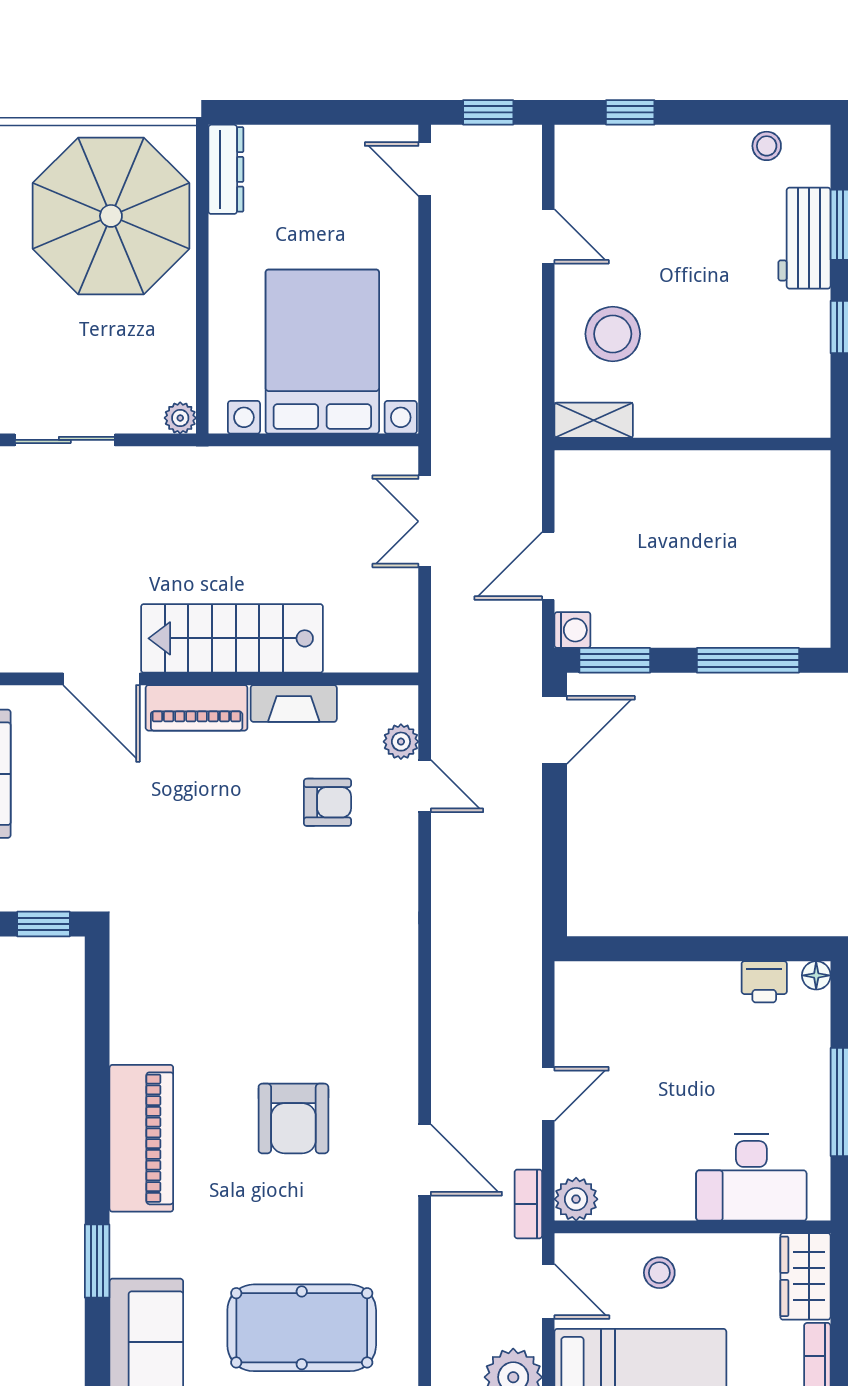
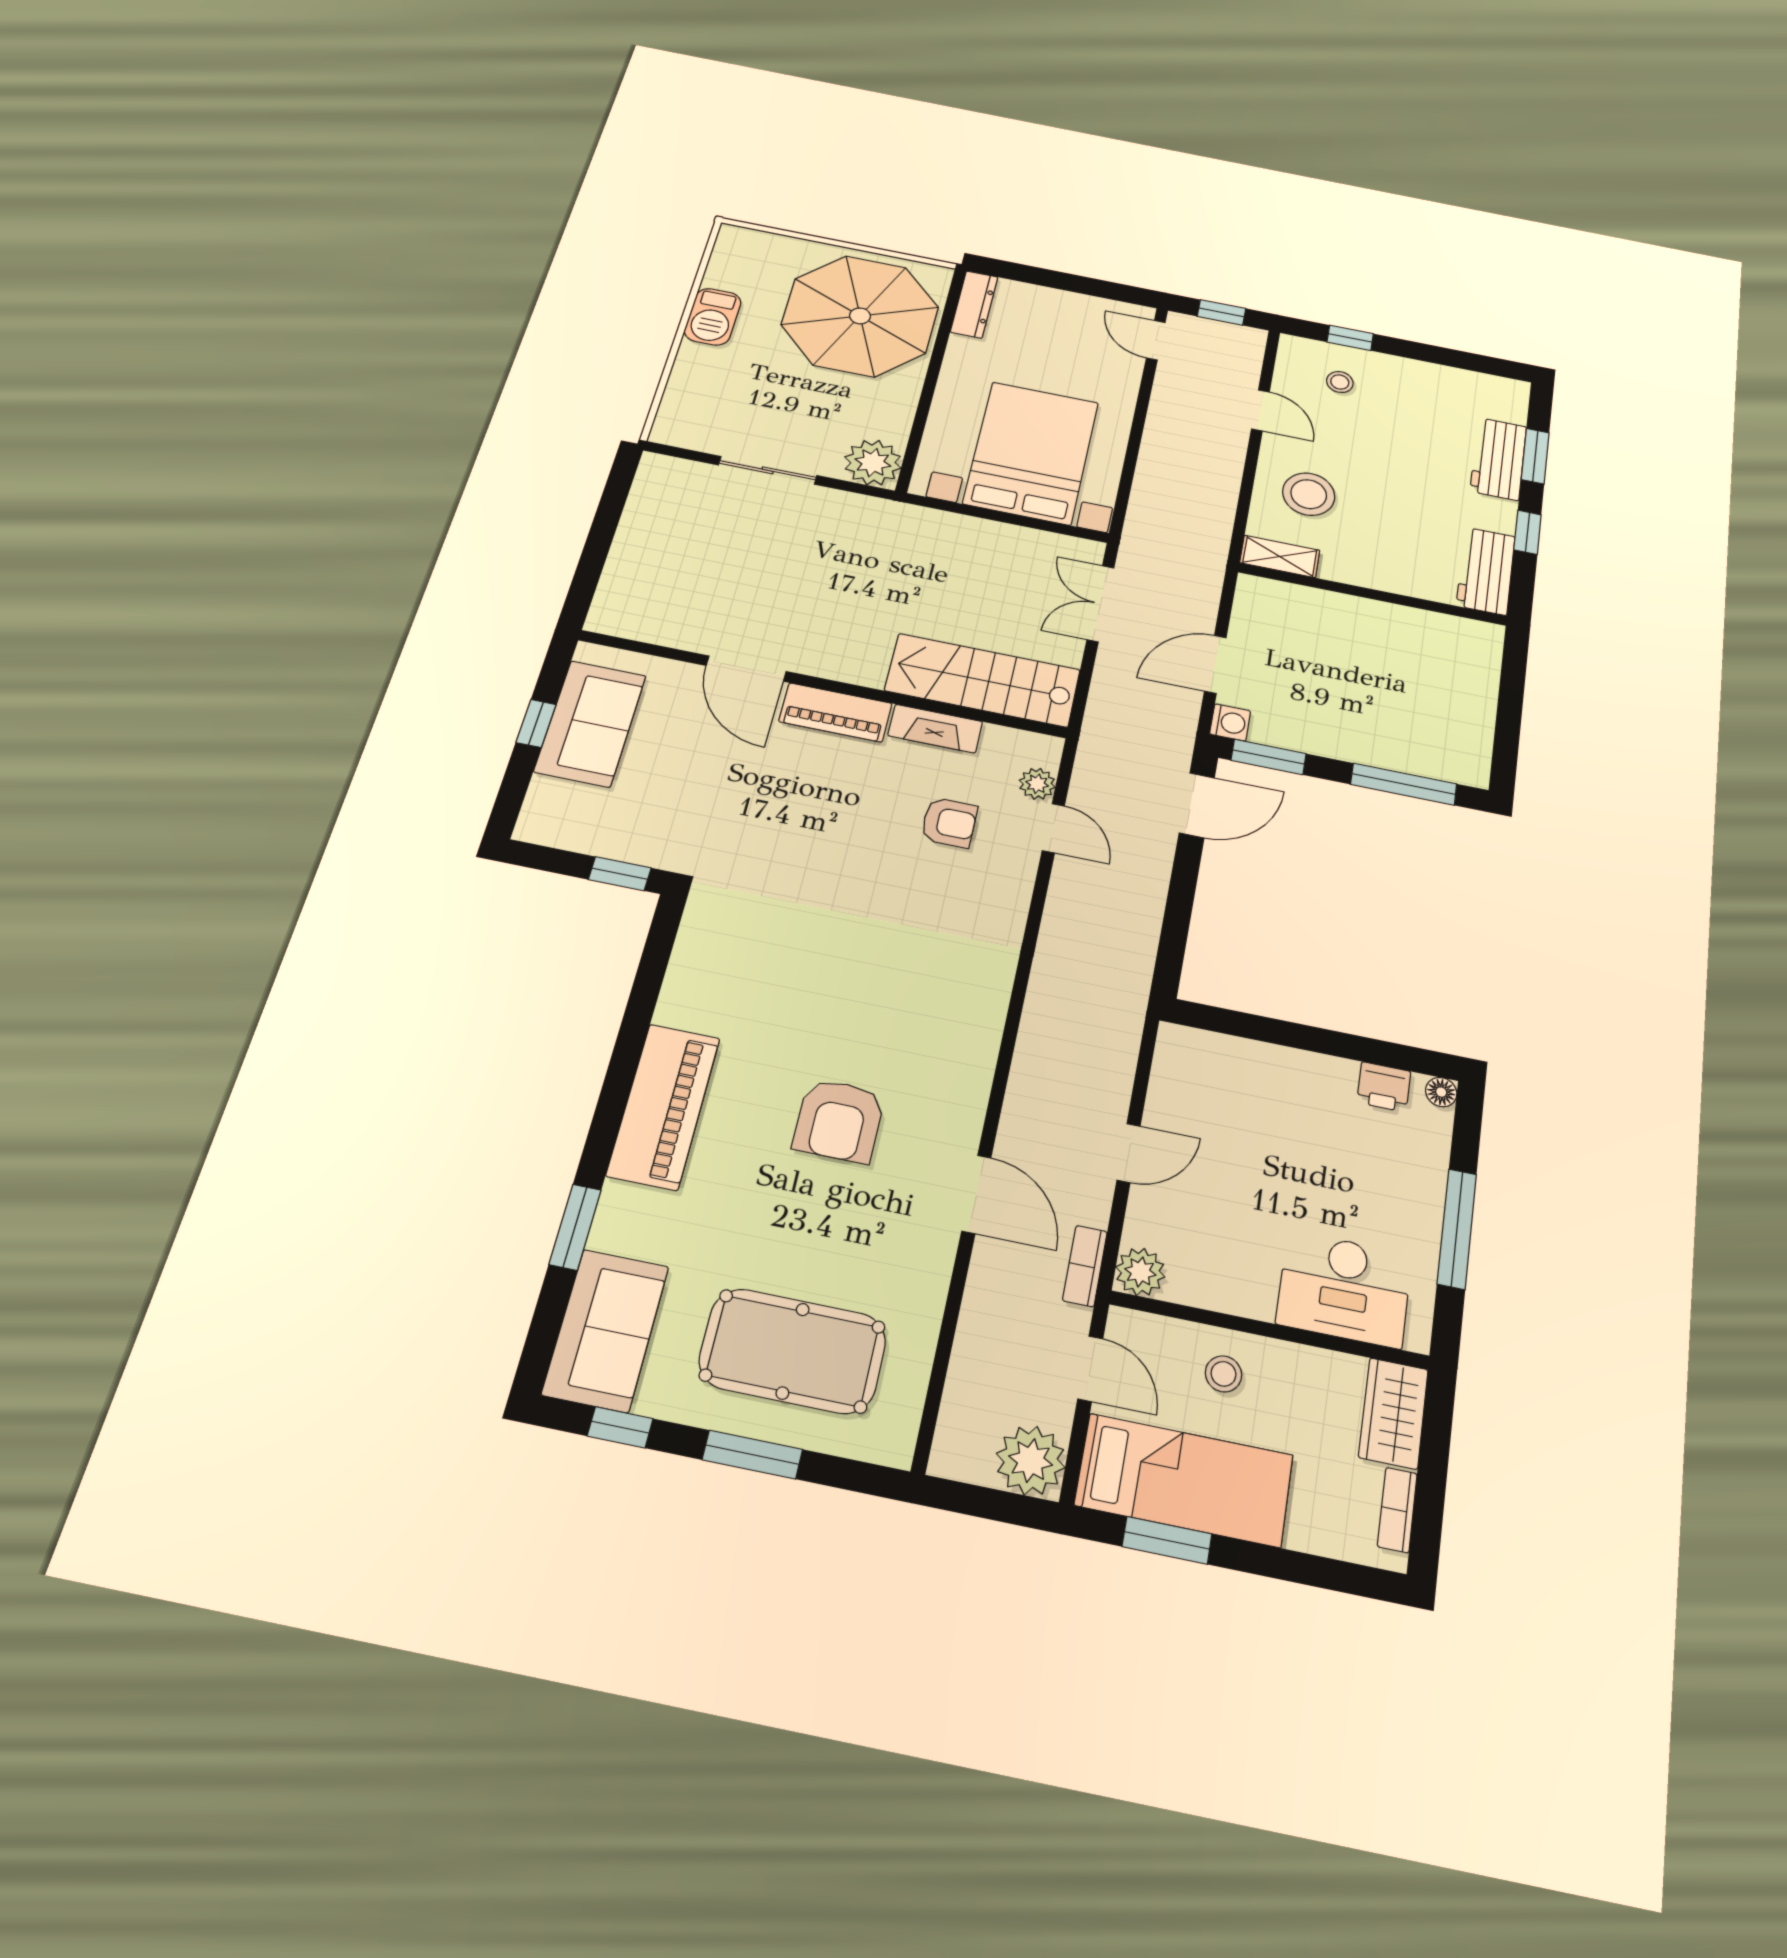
stool: (767, 146) -> (1340, 382), moved
workbench: (804, 387) -> (1486, 571), added
plant: (180, 418) -> (873, 463), width x1.87, depth x1.87
stairs: (232, 638) -> (983, 680), moved

